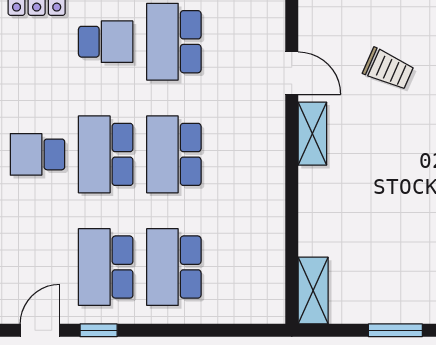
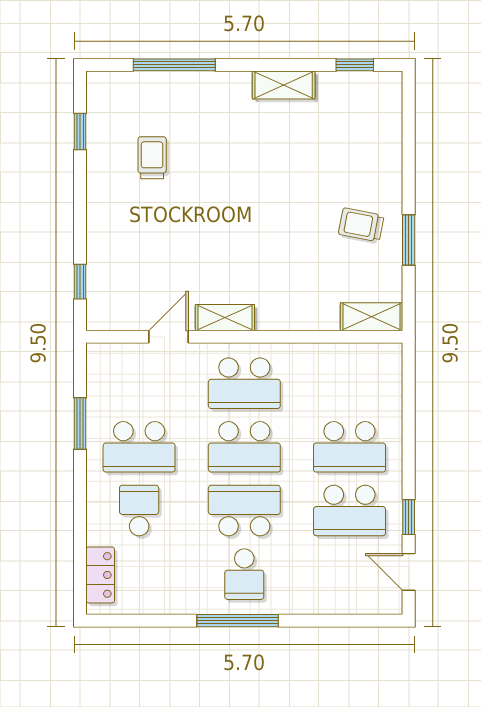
trolley: (388, 69) -> (361, 225), moved, turned -103
school desk: (106, 154) -> (244, 510), turned 180
school desk: (242, 154) -> (244, 383), added

